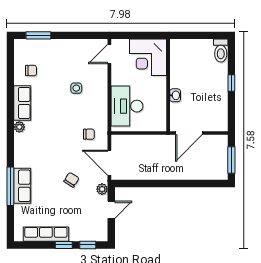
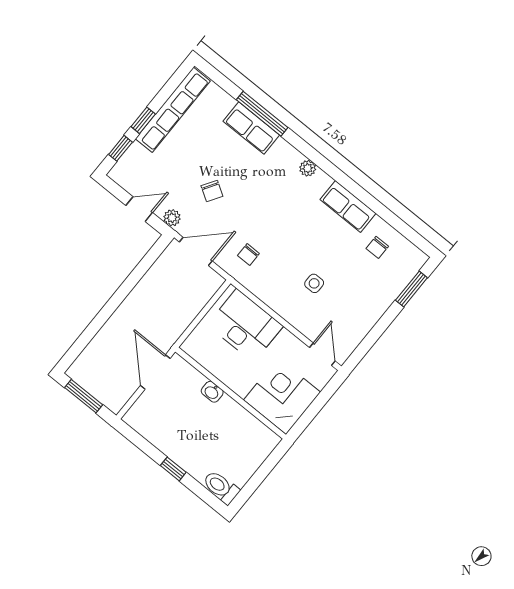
plant: (19, 127) -> (308, 168), moved
door: (111, 210) -> (139, 209), swing flipped
row of seats: (46, 234) -> (173, 110), width x1.36

